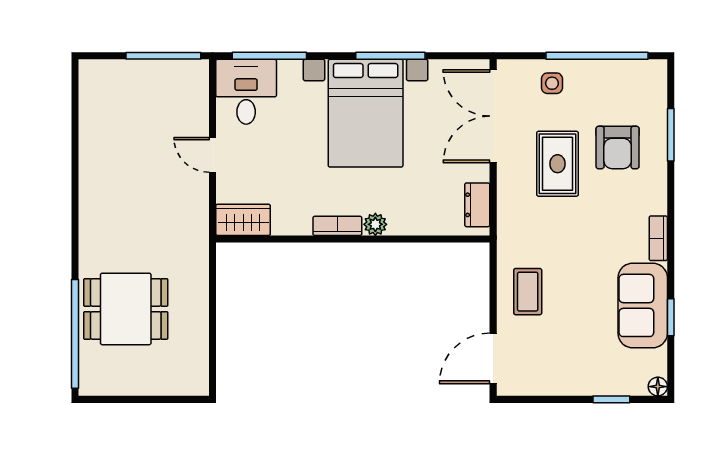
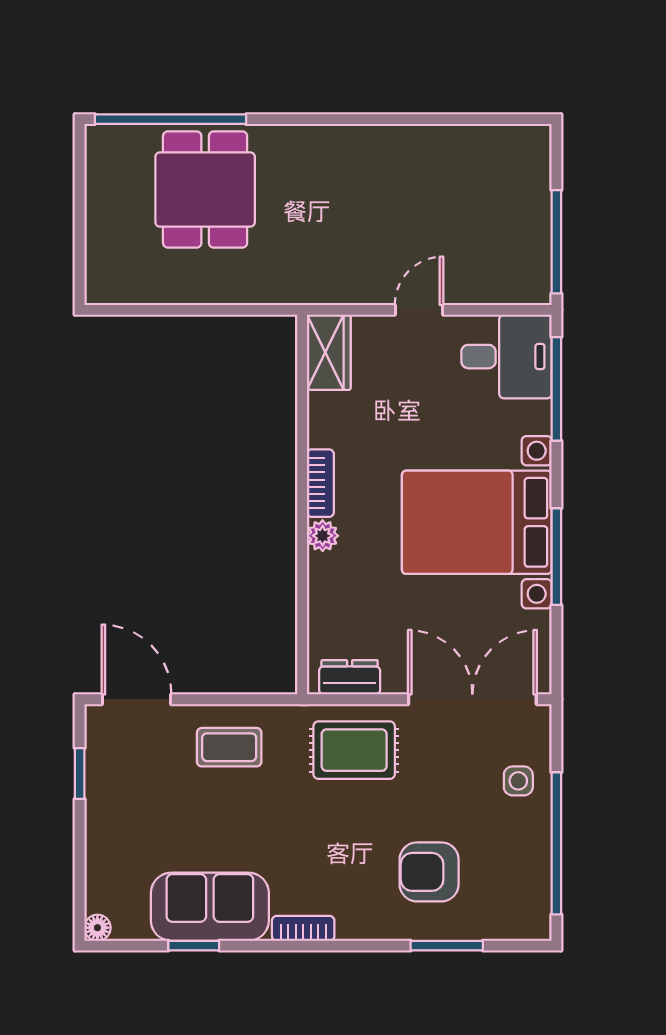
rug: (558, 164) -> (354, 750), moved
window: (611, 399) -> (80, 774), moved

